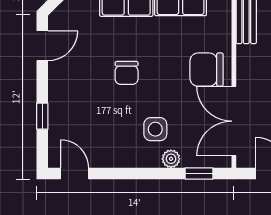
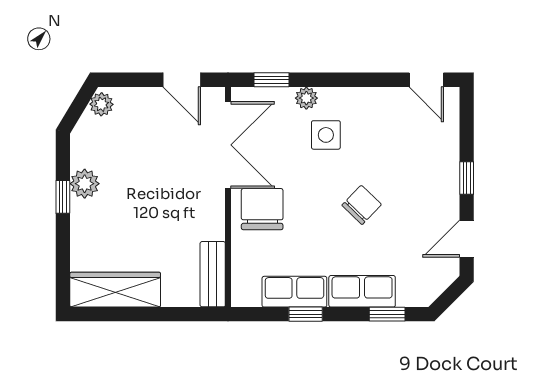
chair: (207, 70) -> (262, 209), turned -90
chair: (127, 73) -> (362, 205), turned 44
window: (42, 116) -> (467, 178), moved

